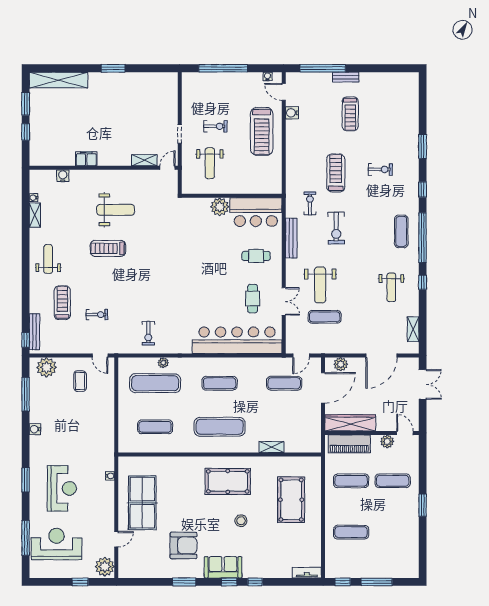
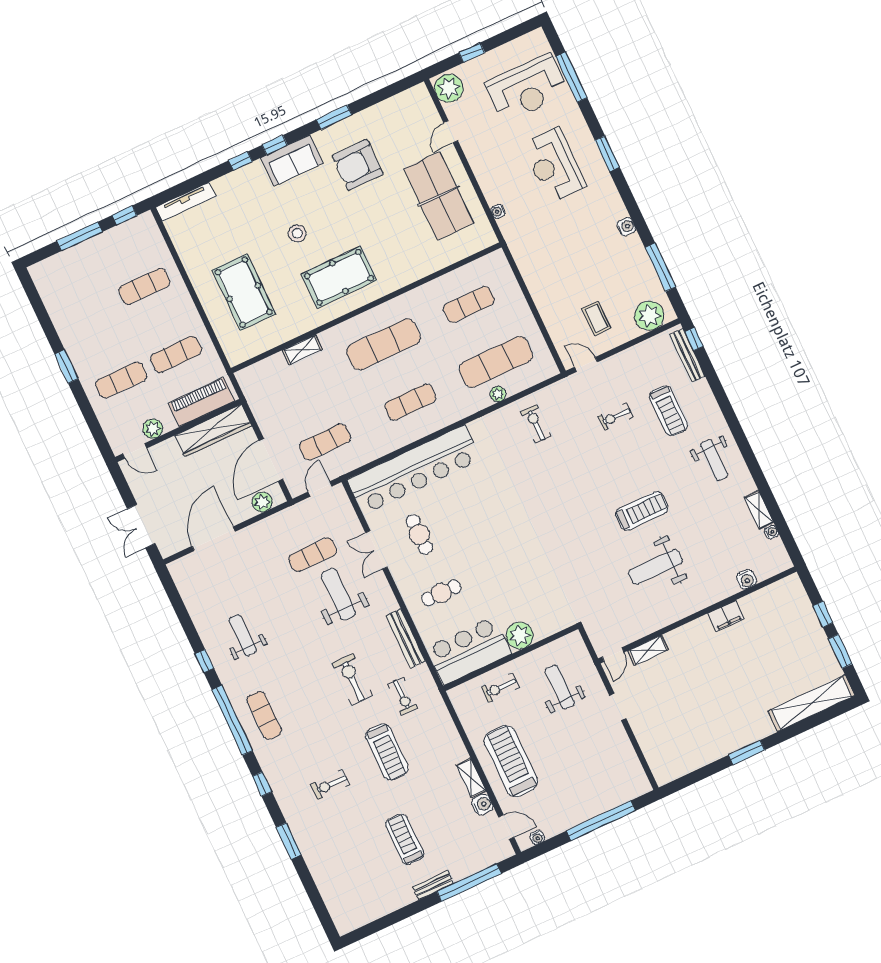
exercise bike: (215, 126) -> (500, 688), moved
shelving: (413, 329) -> (471, 778), moved
tv unit: (307, 573) -> (186, 202), width x1.41

